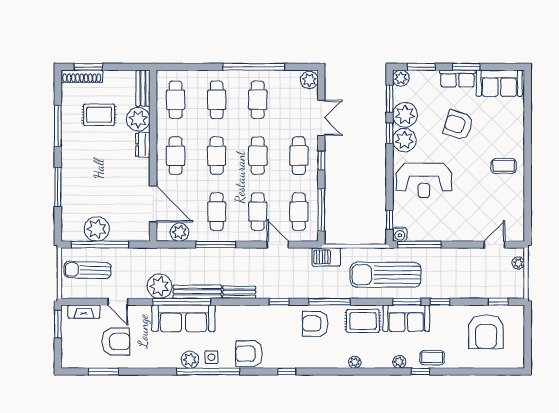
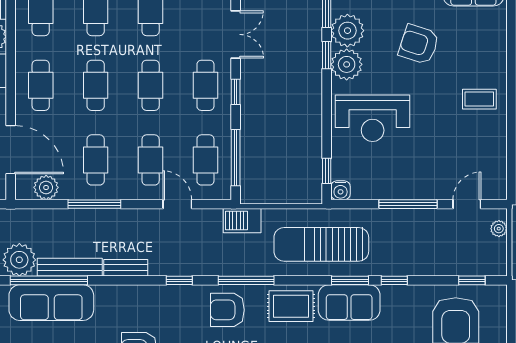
window: (420, 245) -> (408, 204), moved

